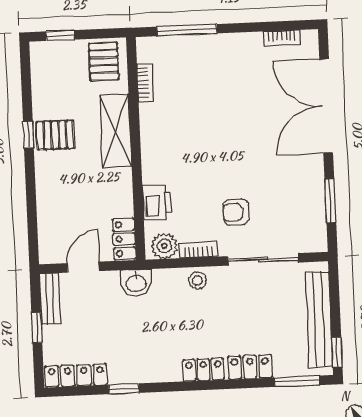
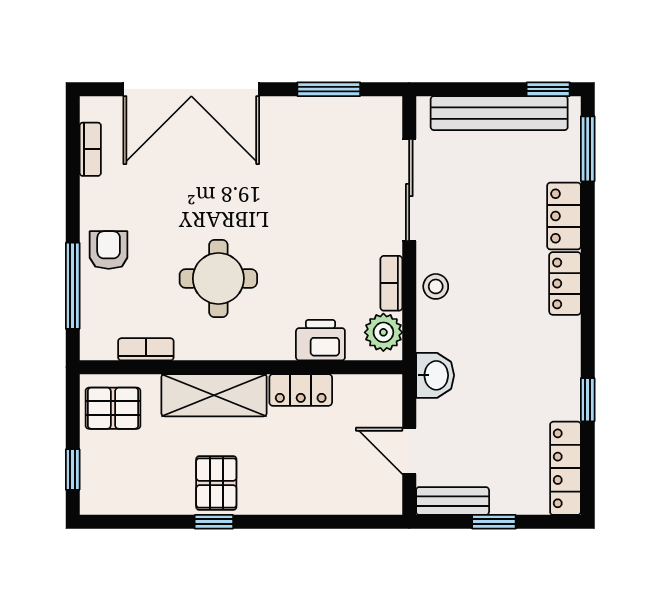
round table: (196, 130) -> (218, 278), added
armchair: (236, 212) -> (109, 250), moved, turned 180
locker: (124, 239) -> (301, 390), moved

